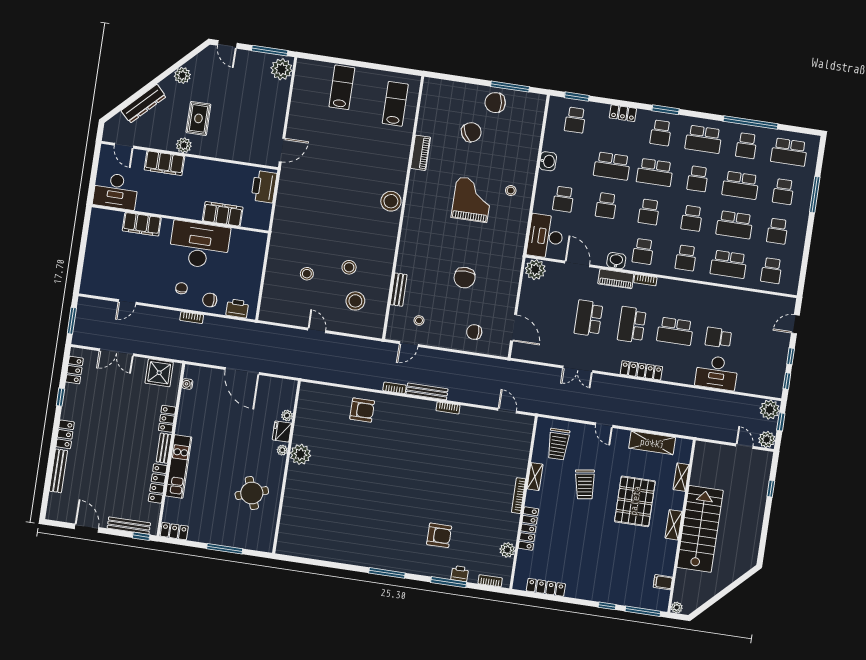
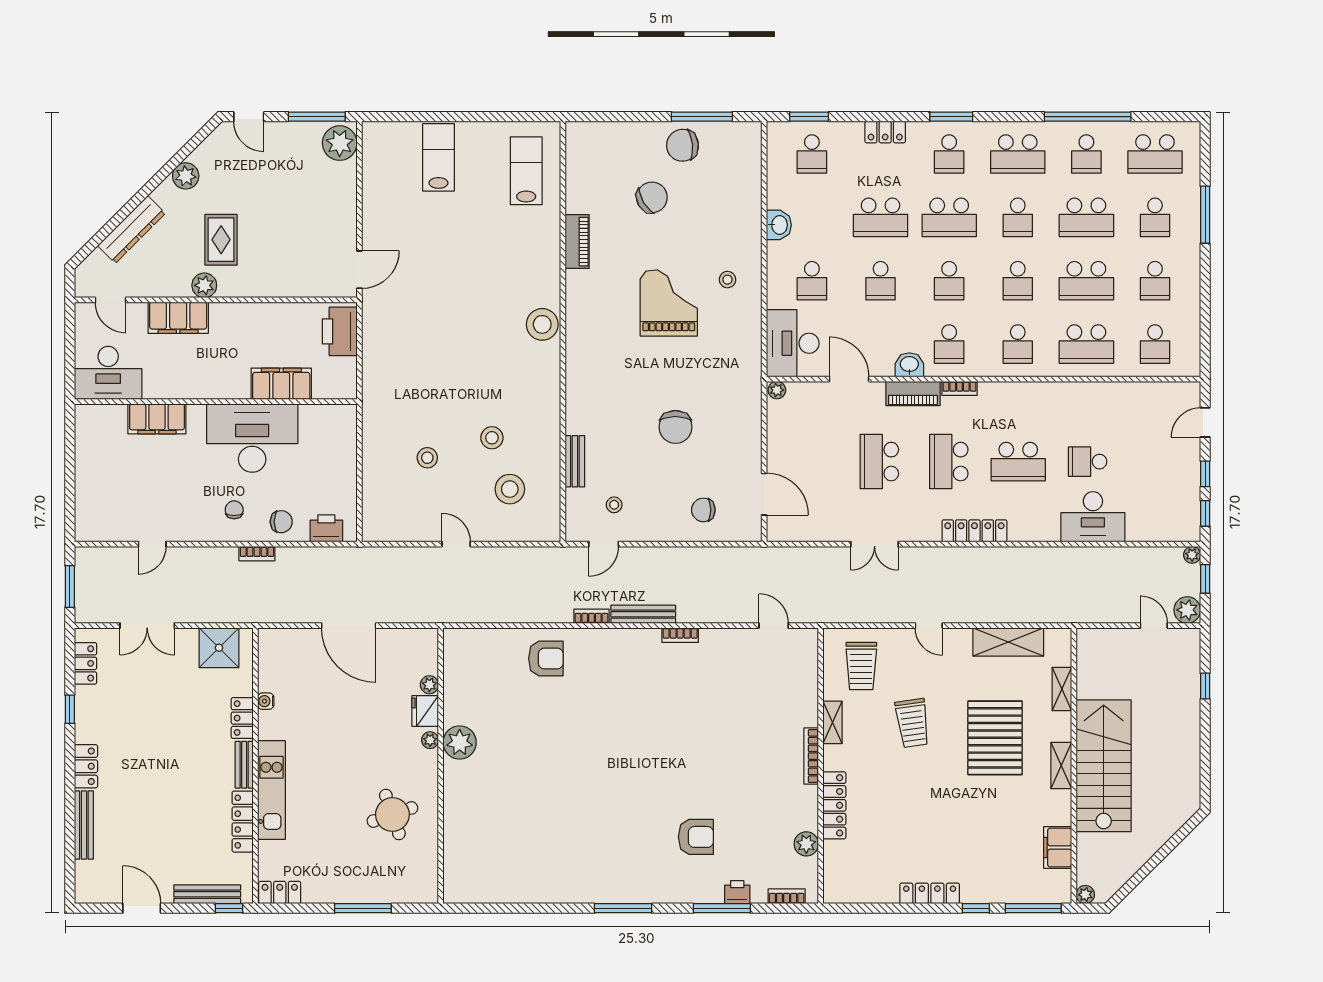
plant: (535, 270) -> (777, 390), width x0.53, depth x0.53
chair: (210, 300) -> (281, 522), turned 180
water cooler: (187, 384) -> (266, 701), moved
plant: (770, 410) -> (1192, 555), width x0.53, depth x0.53
filing cabinet: (663, 582) -> (1058, 847), width x2.00
locker: (546, 587) -> (930, 893), moved

